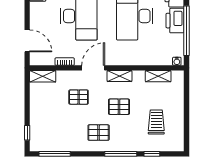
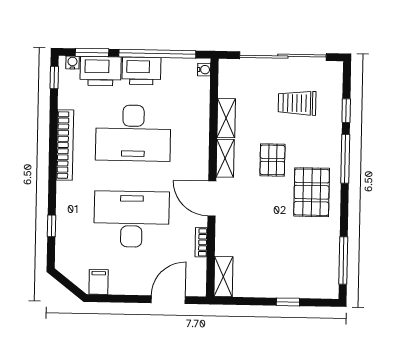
shelving: (158, 76) -> (226, 118), moved
pallet: (79, 97) -> (256, 222), removed
sliding door: (187, 112) -> (283, 56), added
window: (27, 133) -> (288, 302), moved
pallet: (99, 133) -> (312, 192), width x1.50, depth x1.42

